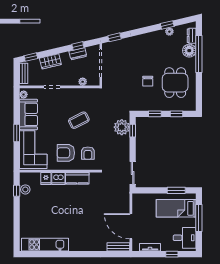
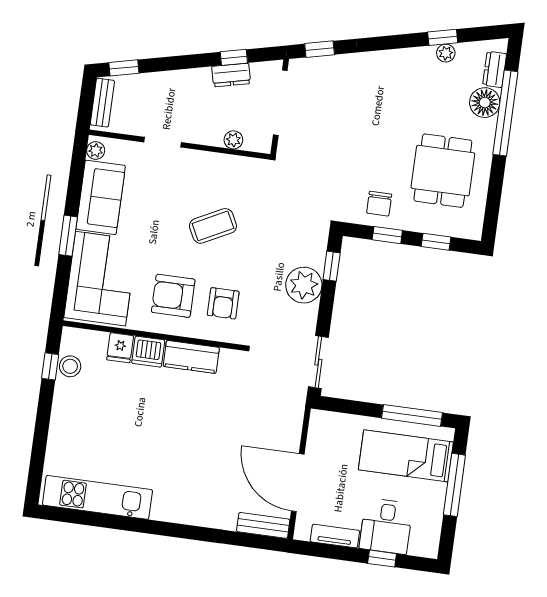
wardrobe: (50, 61) -> (167, 84), removed
chair: (148, 81) -> (379, 204), moved
plant: (122, 127) -> (304, 285), moved
window: (176, 190) -> (412, 415), width x1.44
desk: (185, 238) -> (386, 526), moved, turned 90

